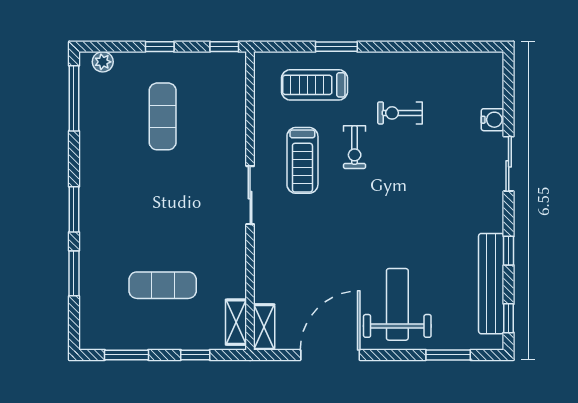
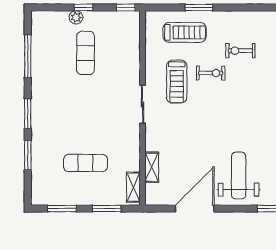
plant: (103, 62) -> (76, 17), moved
treadmill: (315, 85) -> (185, 32), turned 180
window: (74, 98) -> (28, 56), moved
exercise bike: (355, 147) -> (211, 73), turned -90
shelving: (264, 327) -> (152, 167), moved
window: (195, 355) -> (107, 209), width x1.50

